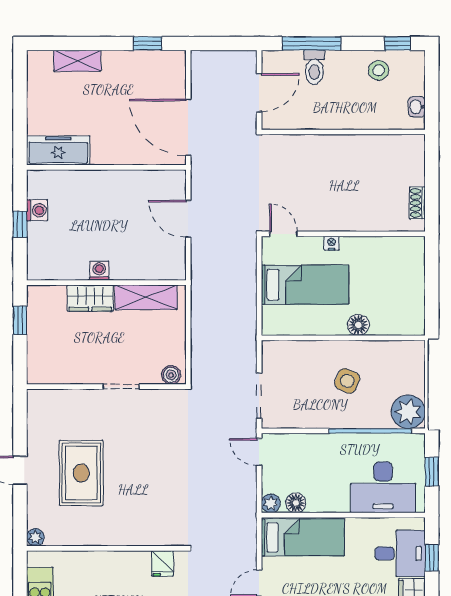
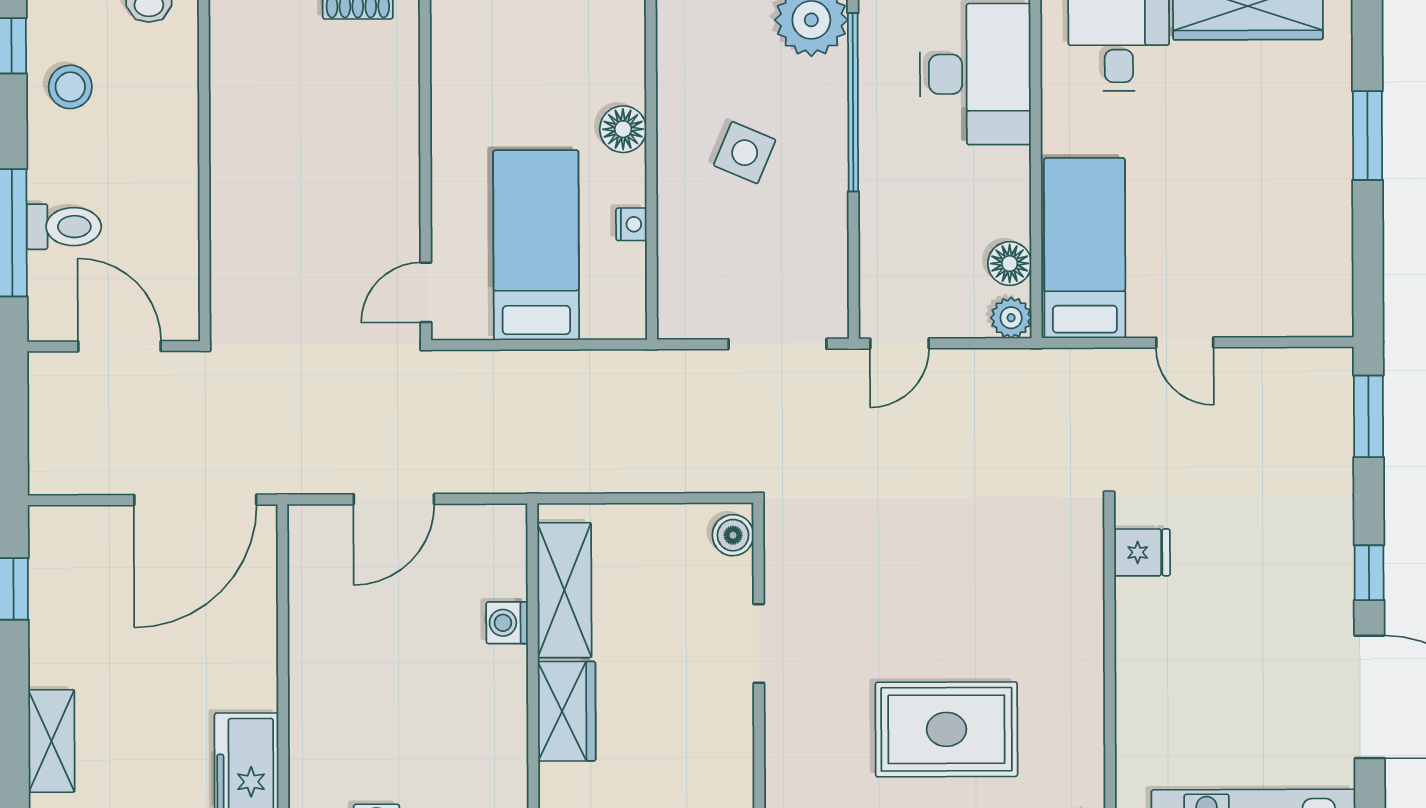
nightstand: (332, 243) -> (631, 224), moved, turned 180
washing machine: (99, 271) -> (507, 623), moved

